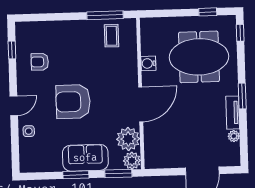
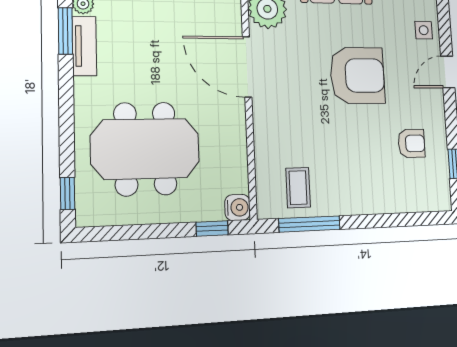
window: (208, 12) -> (212, 228), moved
water cooler: (148, 63) -> (238, 207), moved
window: (242, 96) -> (65, 31), moved
door: (141, 104) -> (247, 67), hinge flipped

